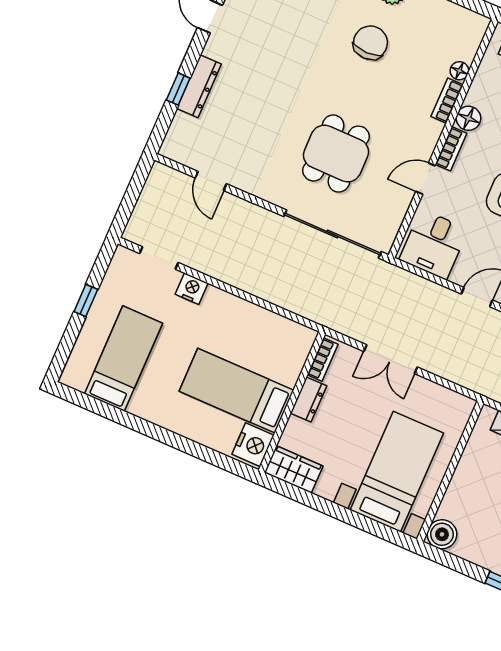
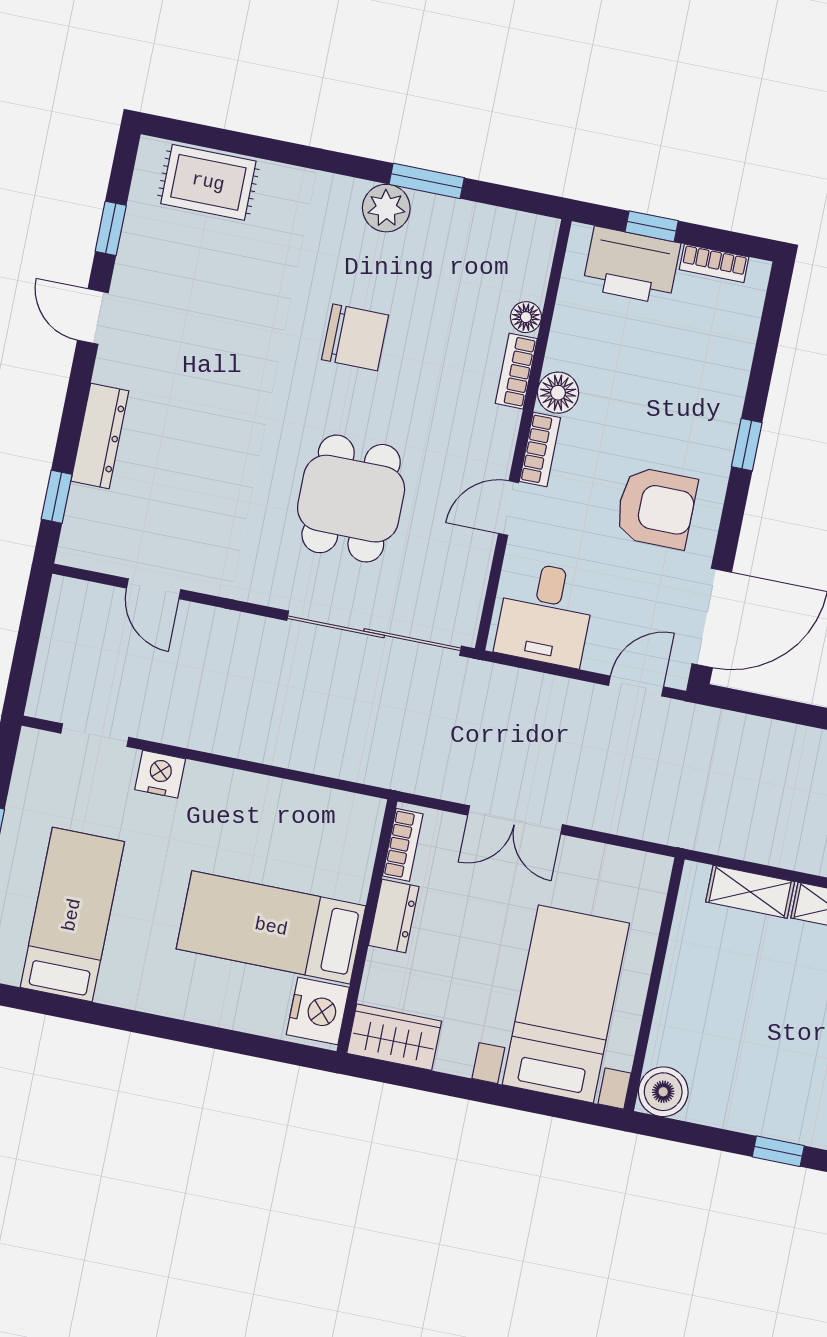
chair: (370, 43) -> (355, 337), moved, turned 90
window: (178, 89) -> (57, 497), moved

